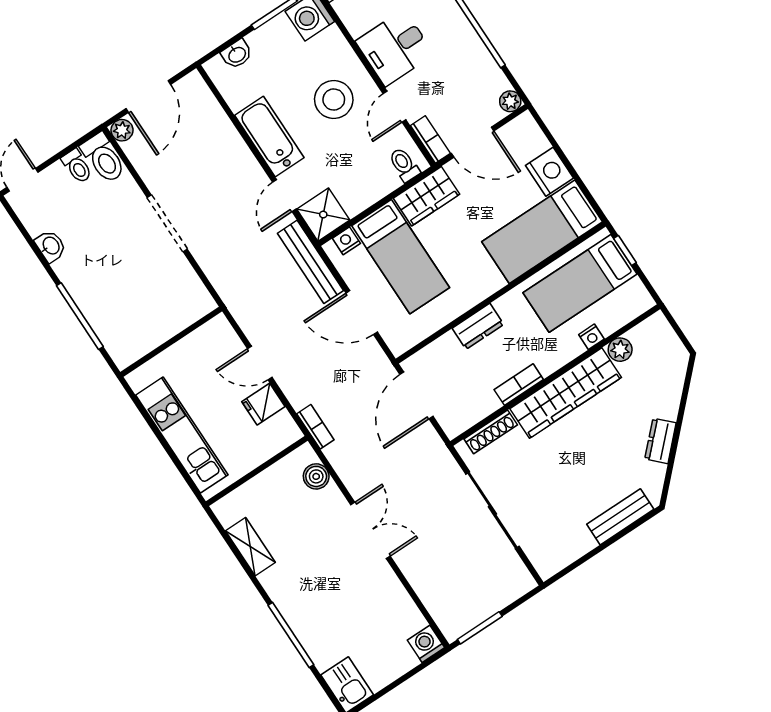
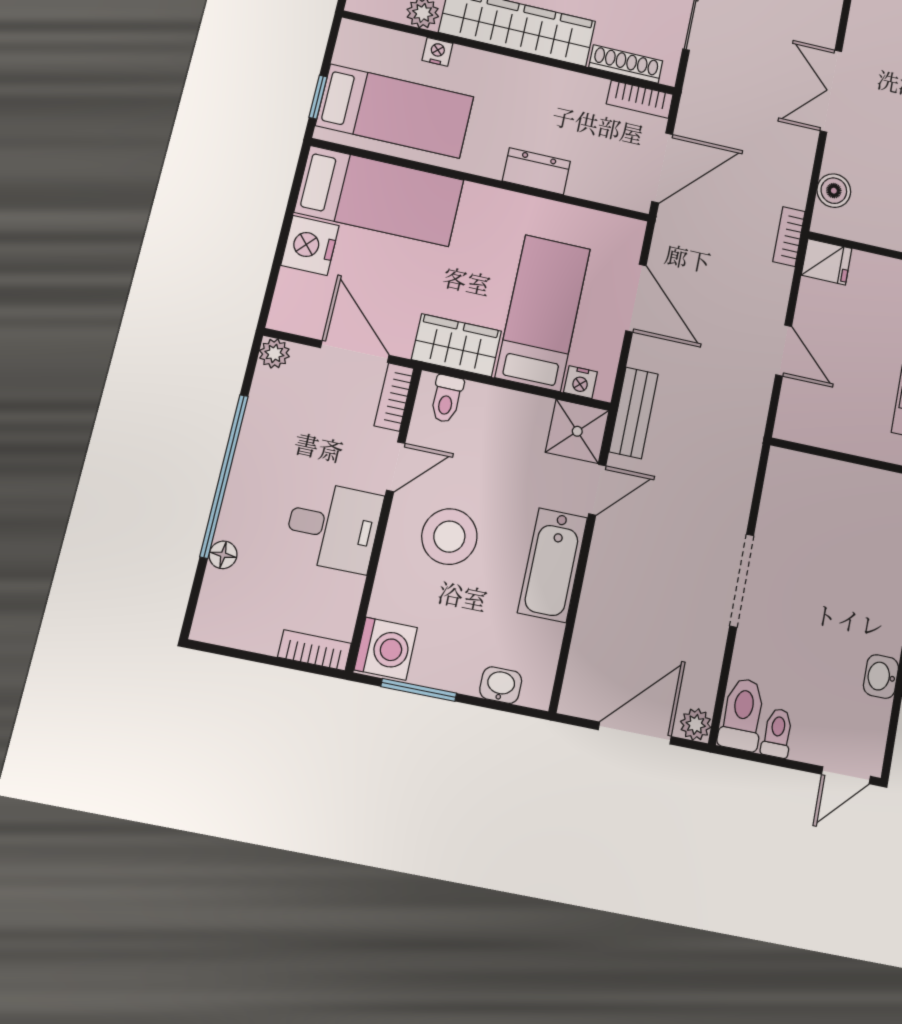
bench: (311, 262) -> (634, 413), width x0.73
bookcase: (519, 385) -> (640, 99), moved
fridge: (263, 404) -> (827, 262), moved

